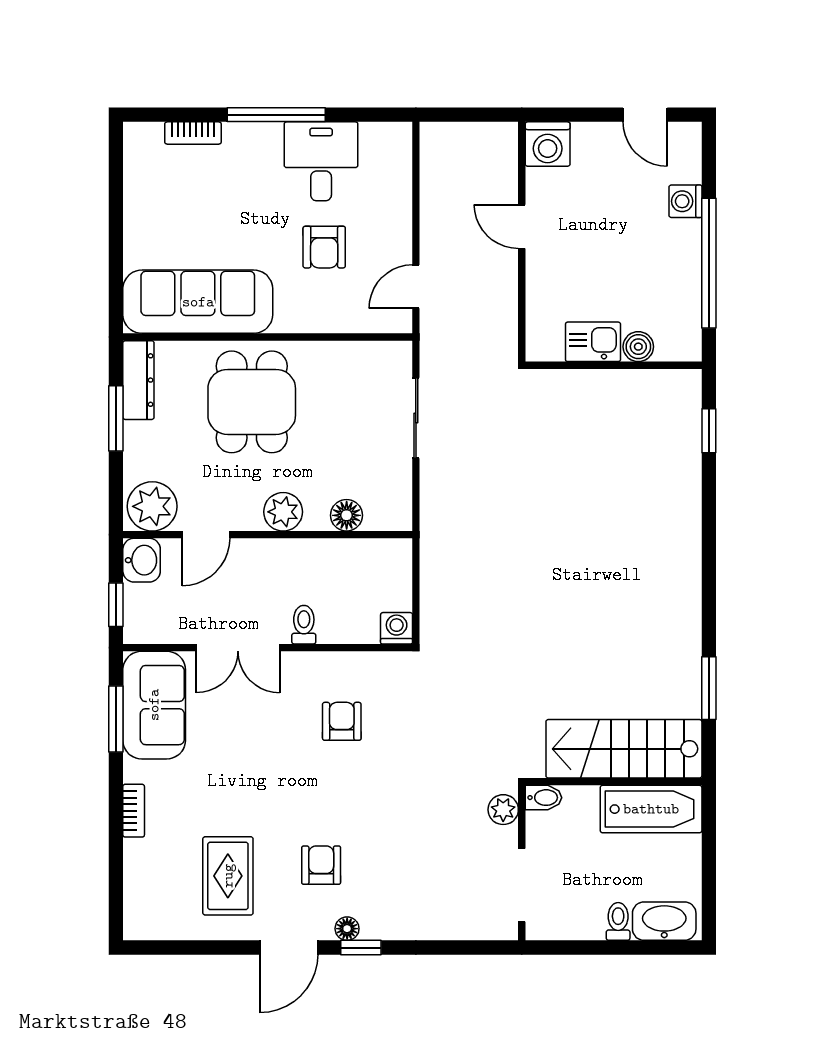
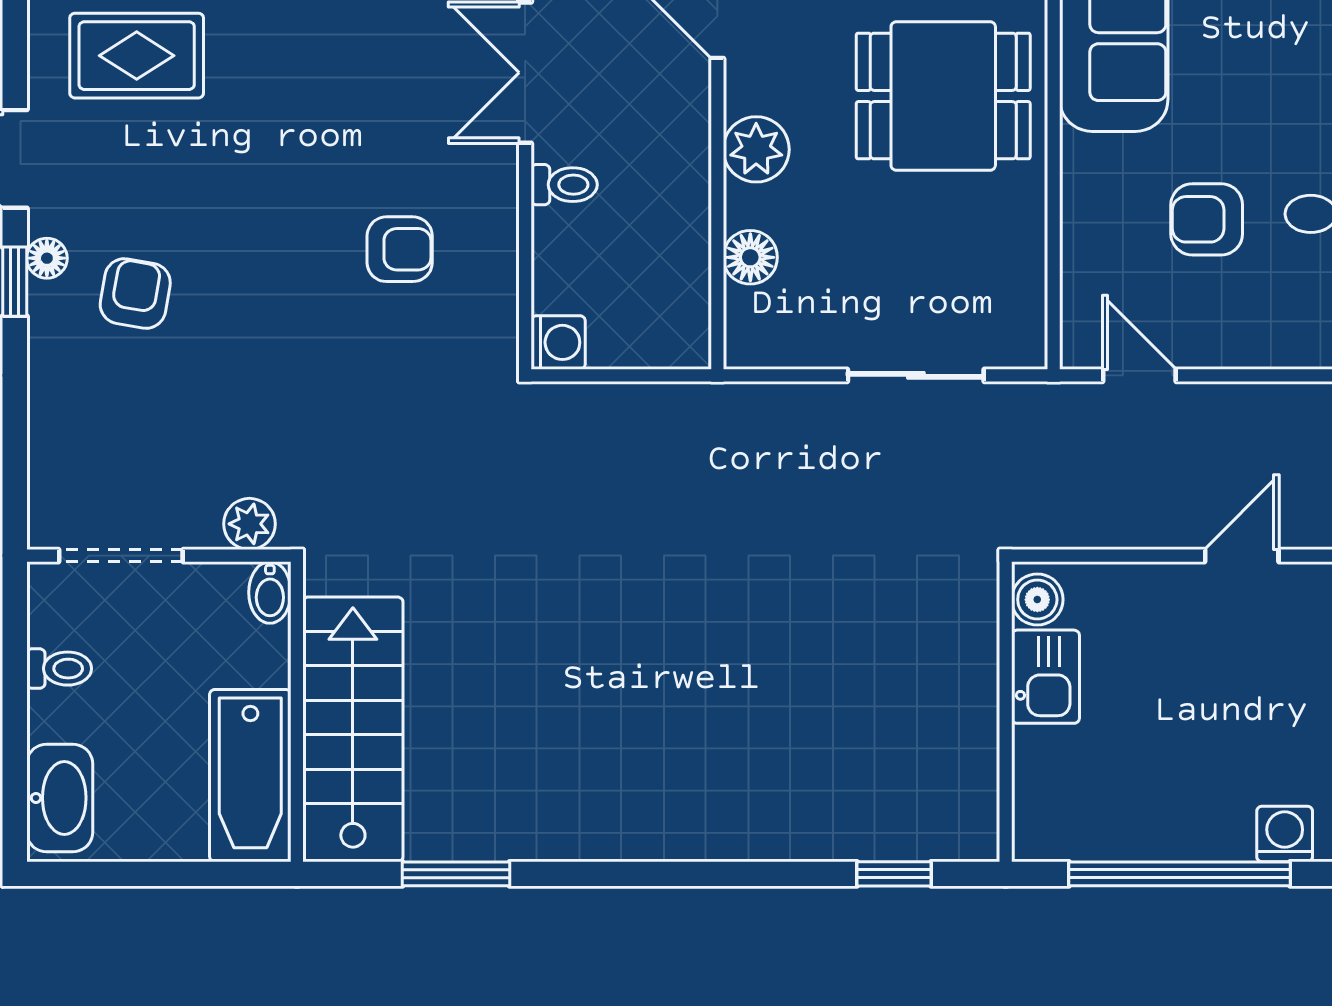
boiler: (638, 347) -> (1037, 600), moved
armchair: (321, 865) -> (135, 293), moved, turned -80
toilet: (618, 921) -> (59, 669), moved

